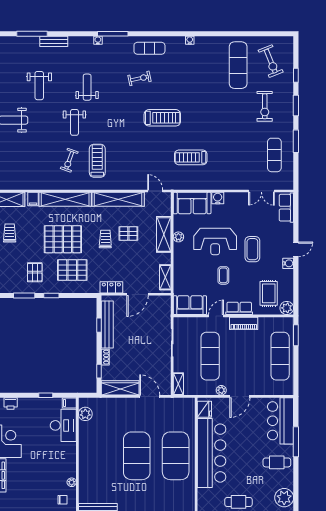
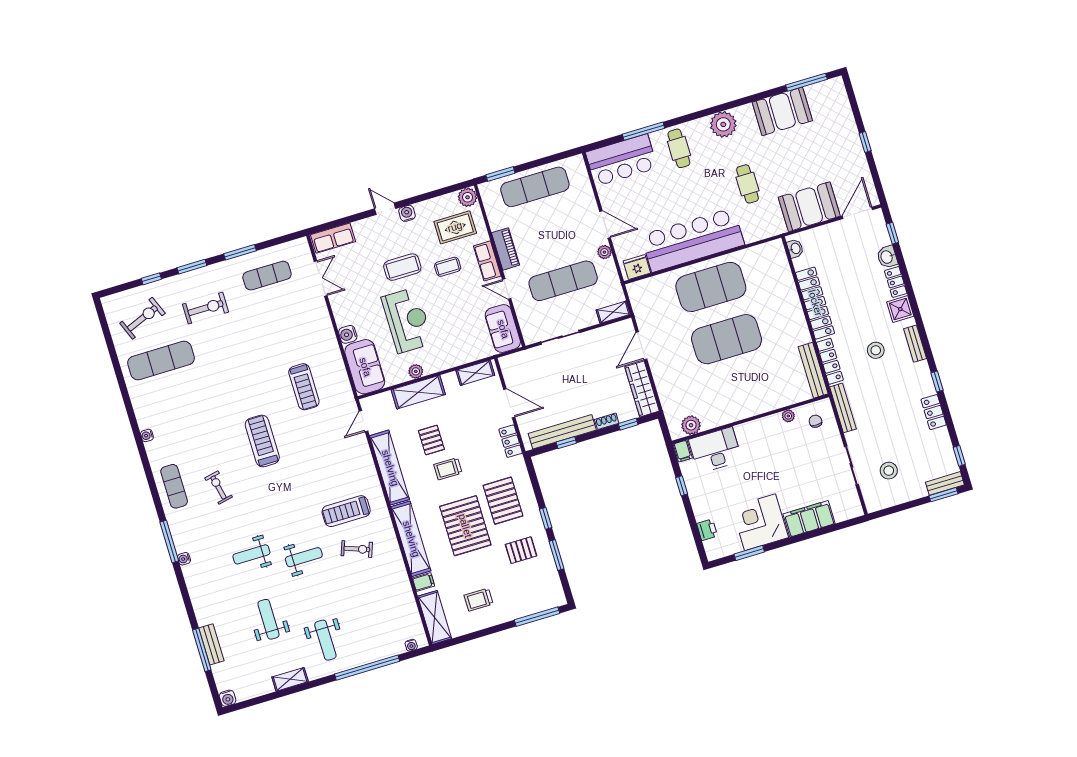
bench: (54, 41) -> (211, 644), moved
weight bench: (39, 86) -> (269, 619), turned -90
coffee table: (223, 275) -> (448, 267), moved

